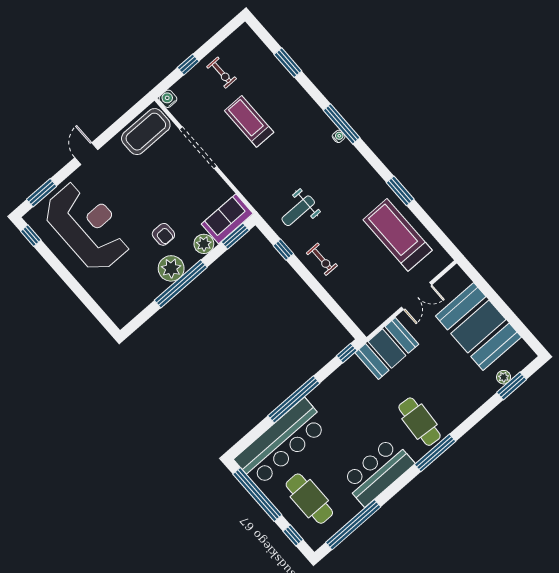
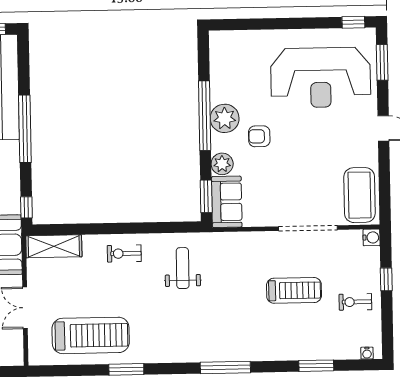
water cooler: (339, 136) -> (367, 353), moved
window: (283, 250) -> (160, 228), removed
shelving: (358, 312) -> (54, 246), added

